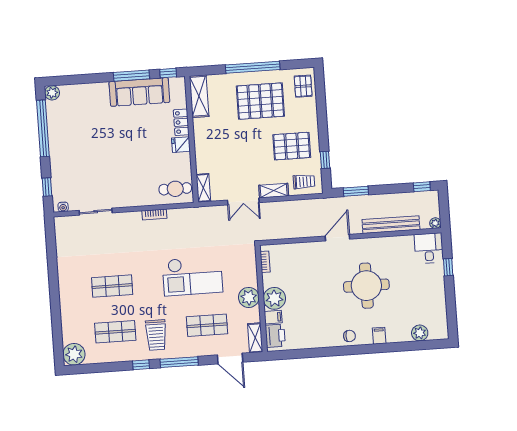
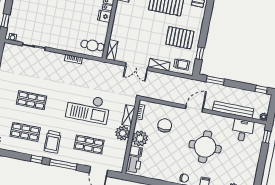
desk: (429, 248) -> (243, 130), moved
window: (448, 267) -> (267, 137), moved
chair: (303, 271) -> (165, 125), added
shelving: (255, 338) -> (129, 116), moved

